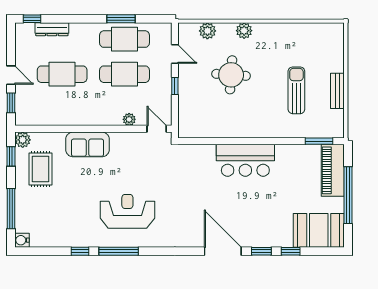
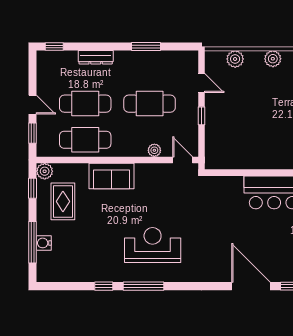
dresser: (52, 29) -> (96, 57), moved
cafe table: (124, 39) -> (85, 140), moved
round table: (231, 75) -> (259, 104), removed
water cooler: (22, 240) -> (44, 243), moved

